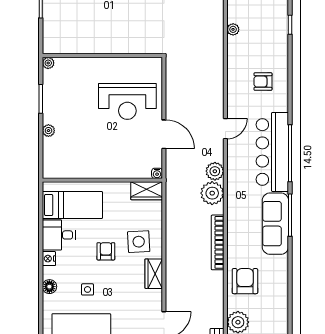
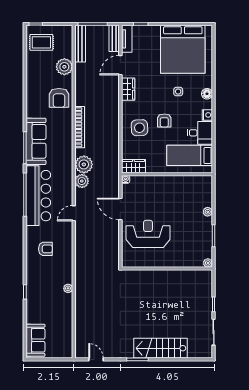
wardrobe: (154, 274) -> (128, 89), moved

